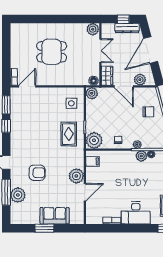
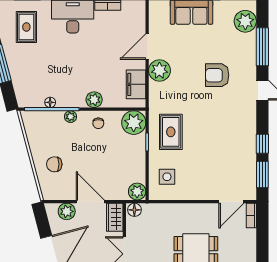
plant: (141, 156) -> (94, 100), moved
filing cabinet: (93, 161) -> (136, 84), width x2.00
plant: (18, 195) -> (245, 21), moved

